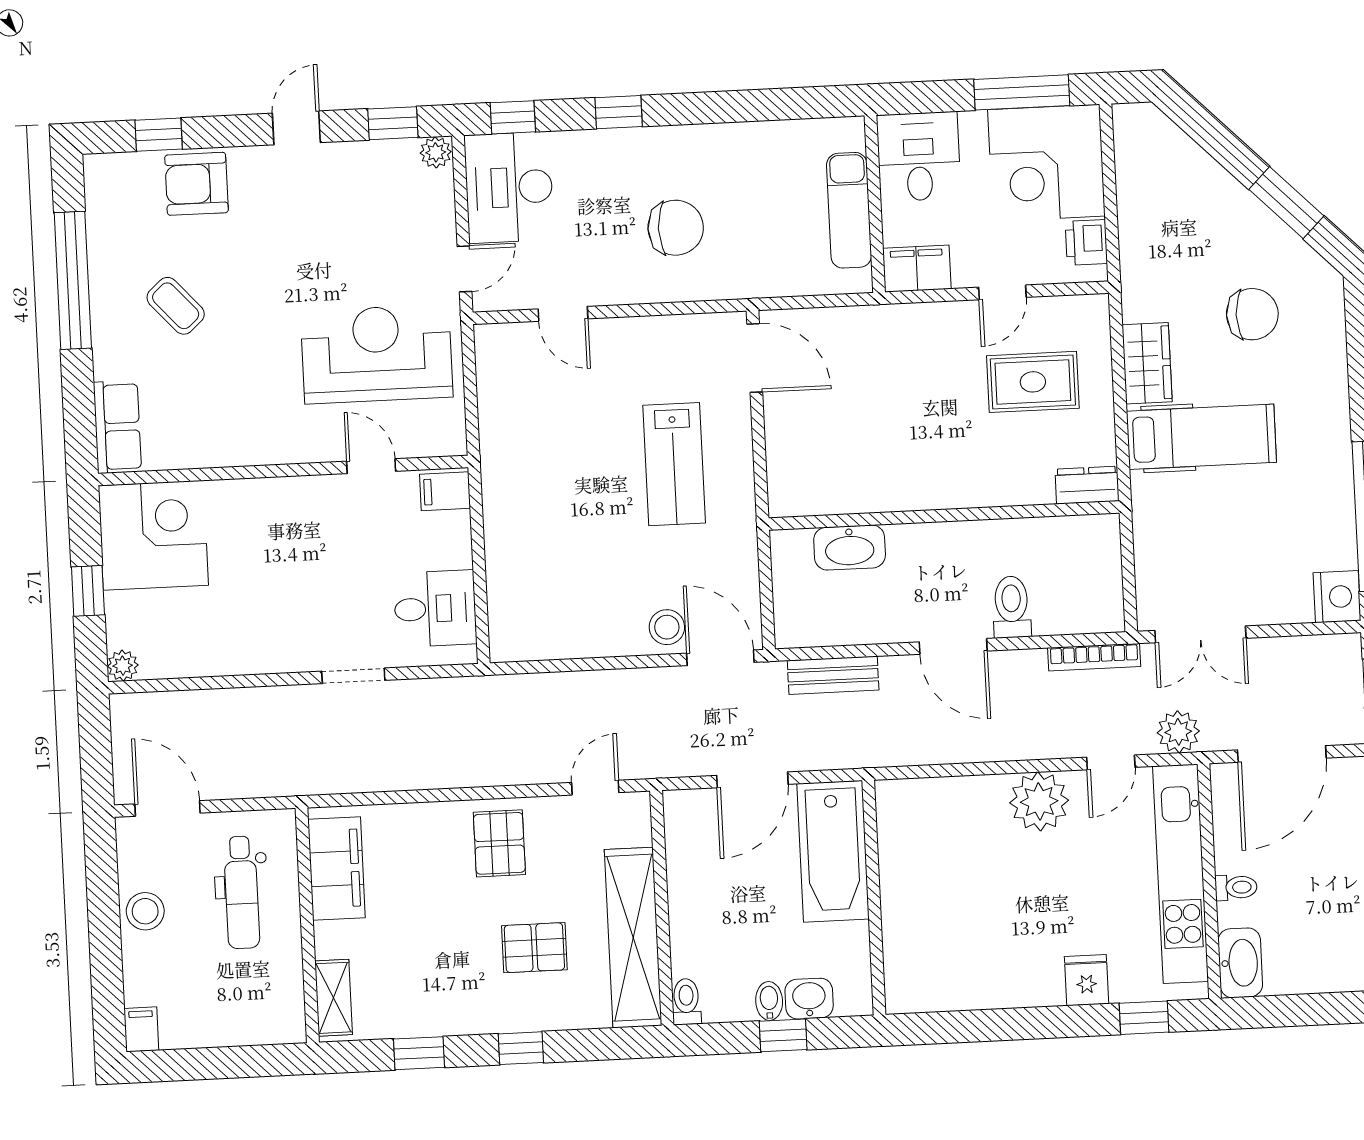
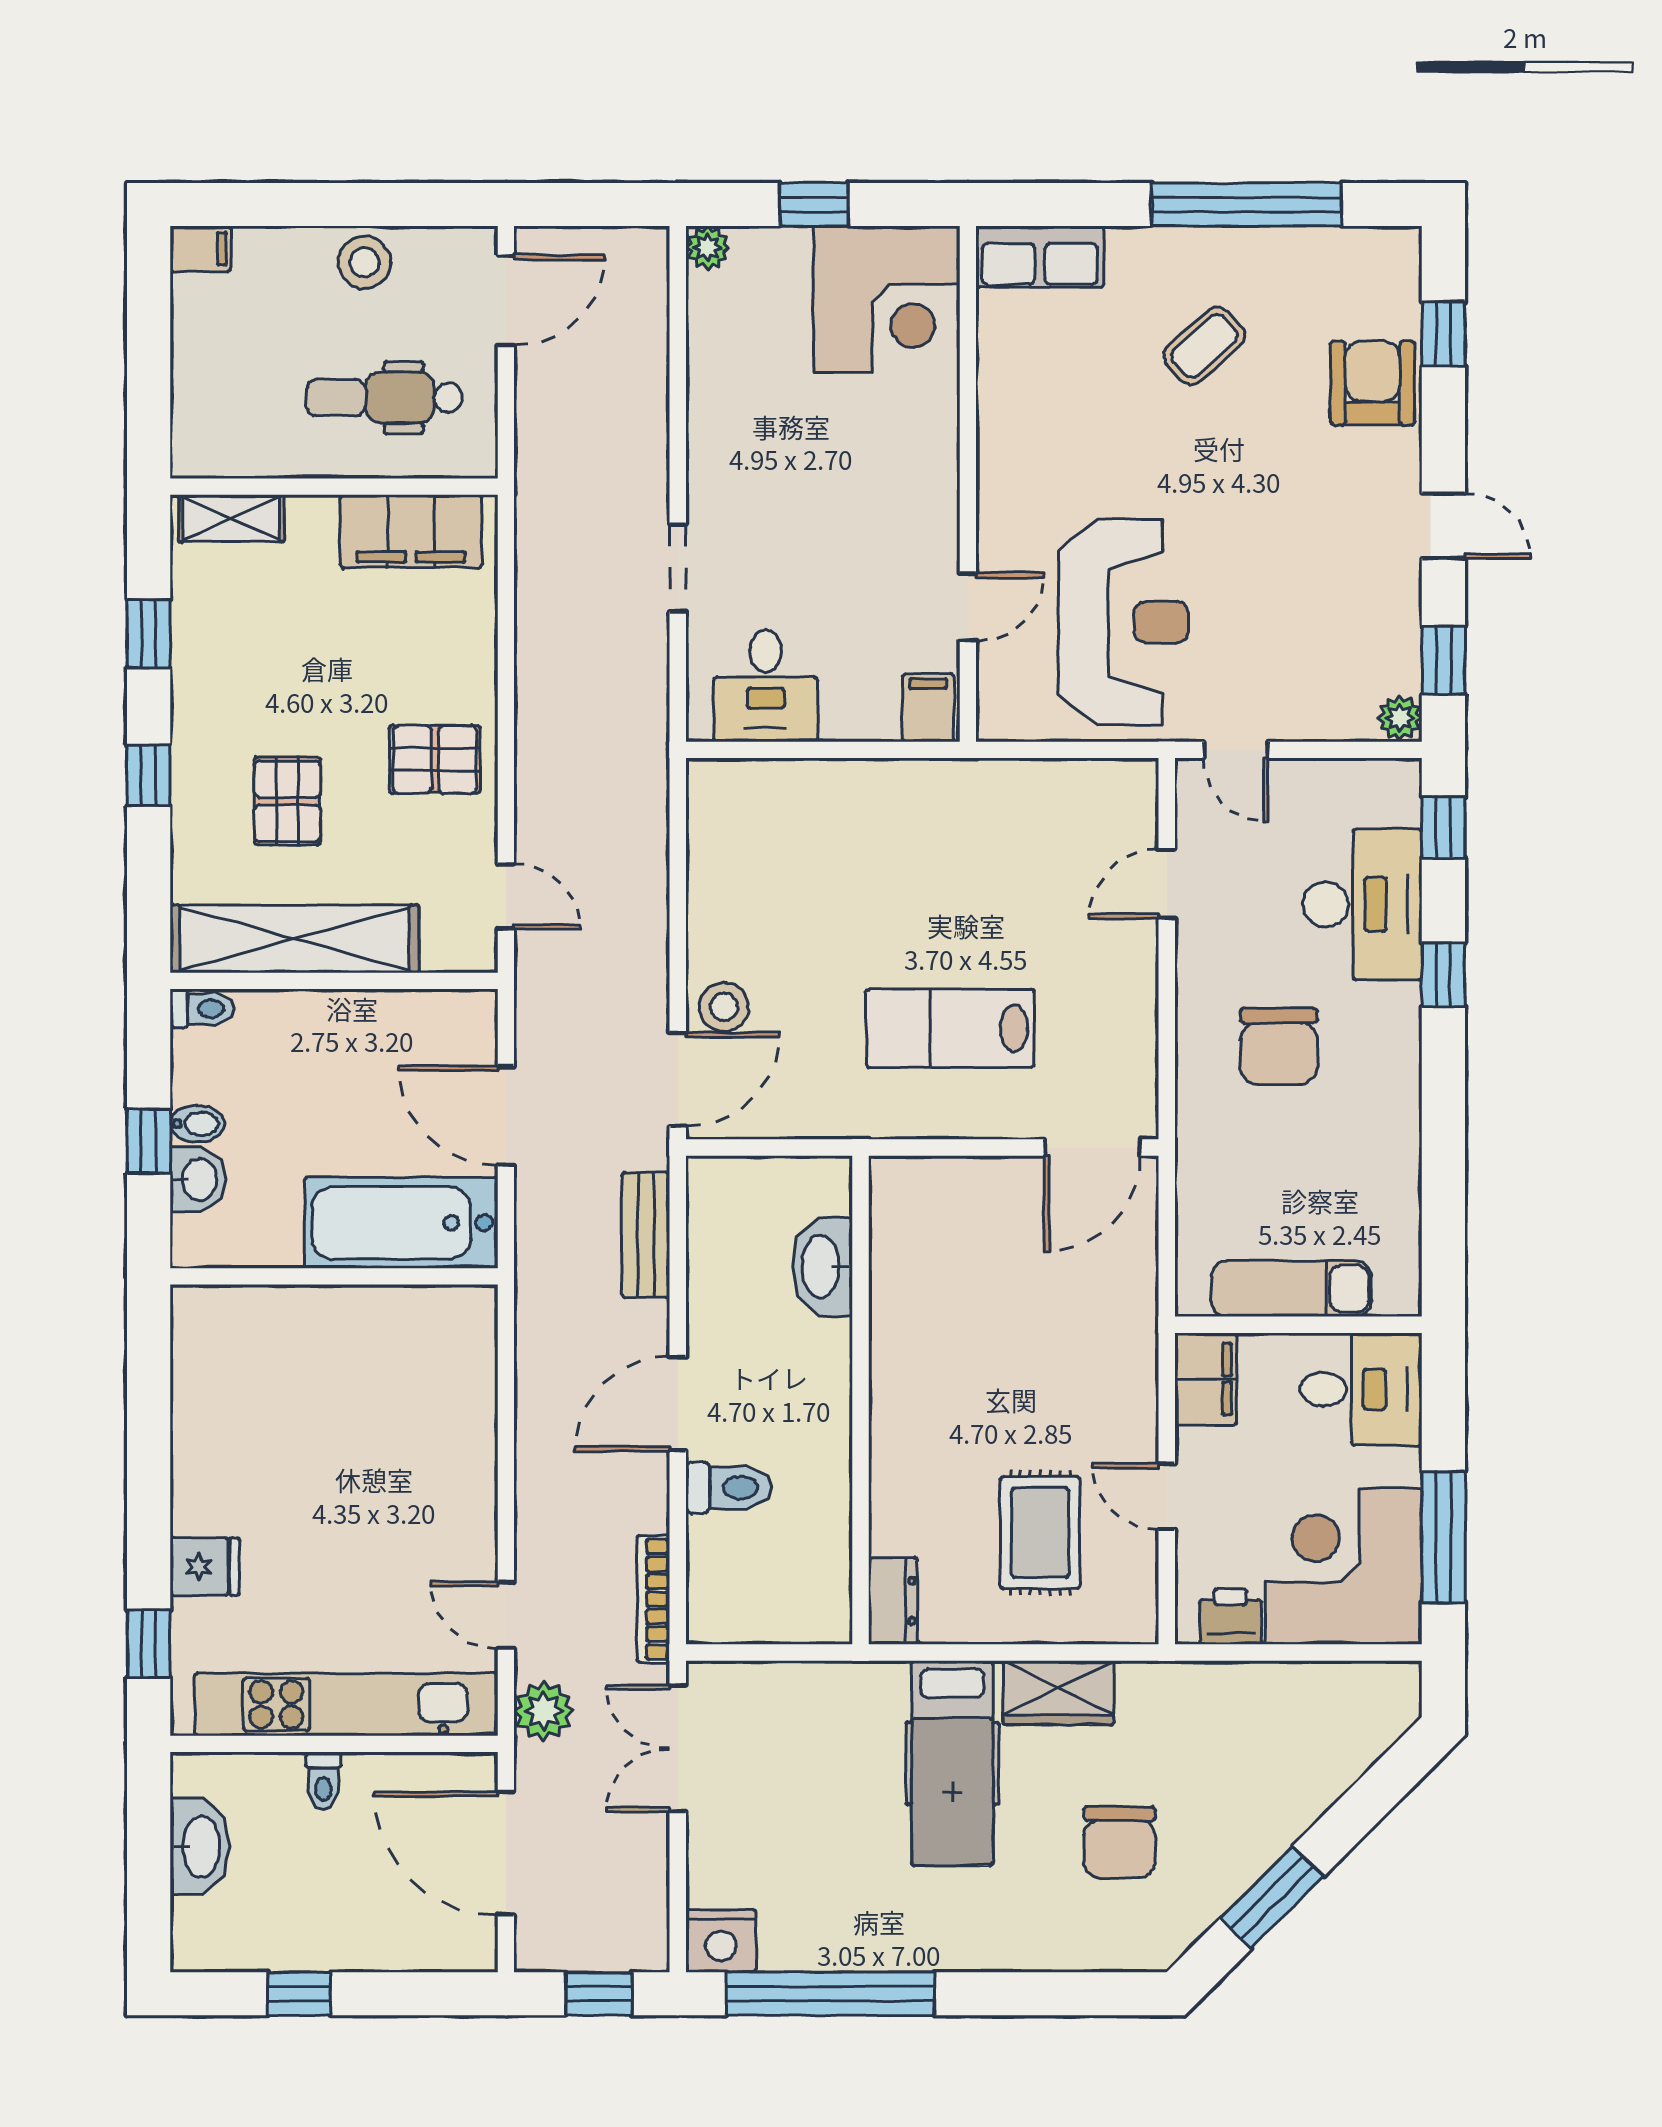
desk: (509, 187) -> (1362, 904), moved, turned 90
plant: (1039, 801) -> (456, 1513), removed
washbasin: (1240, 963) -> (200, 1847), moved, turned -90

